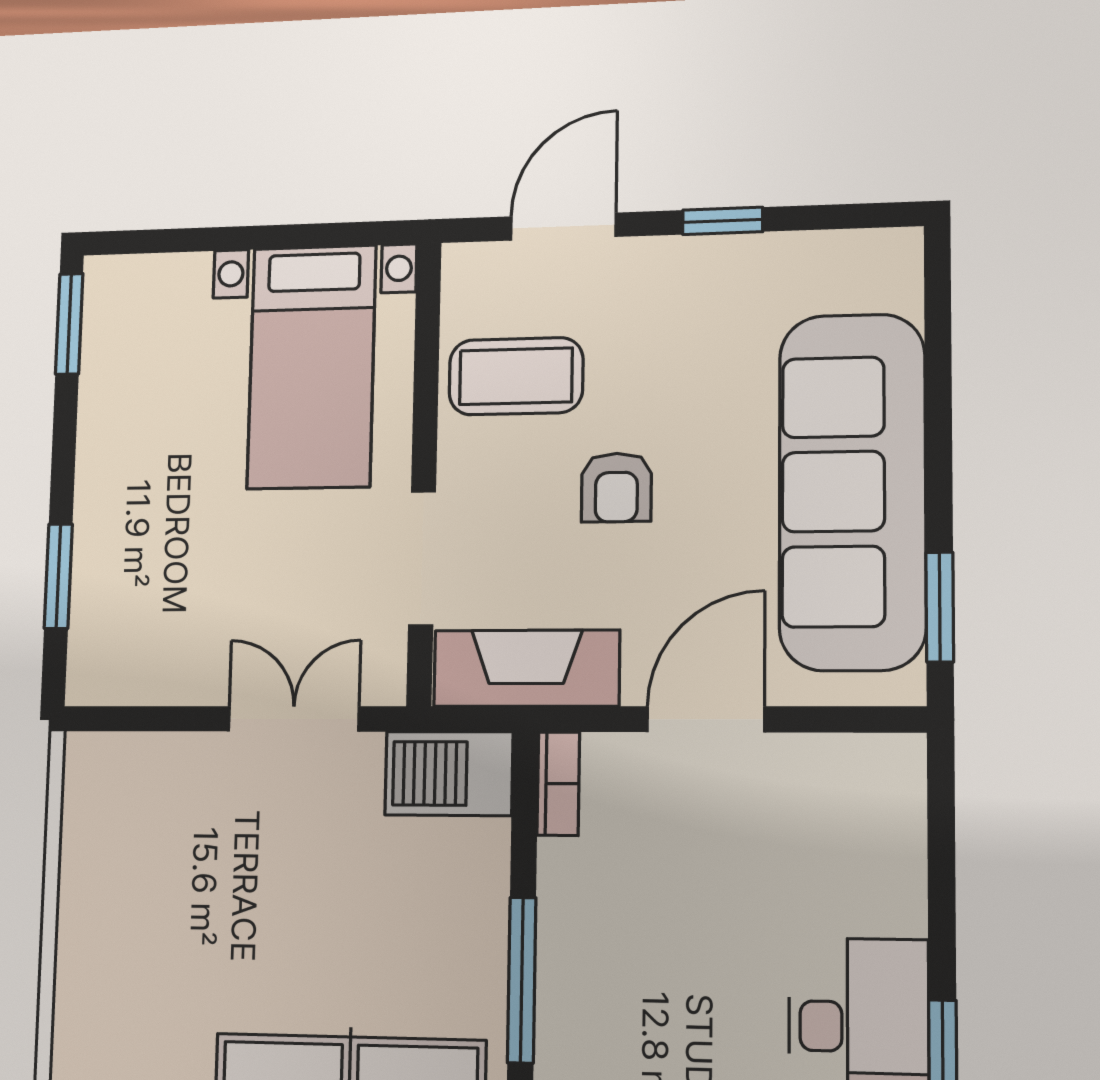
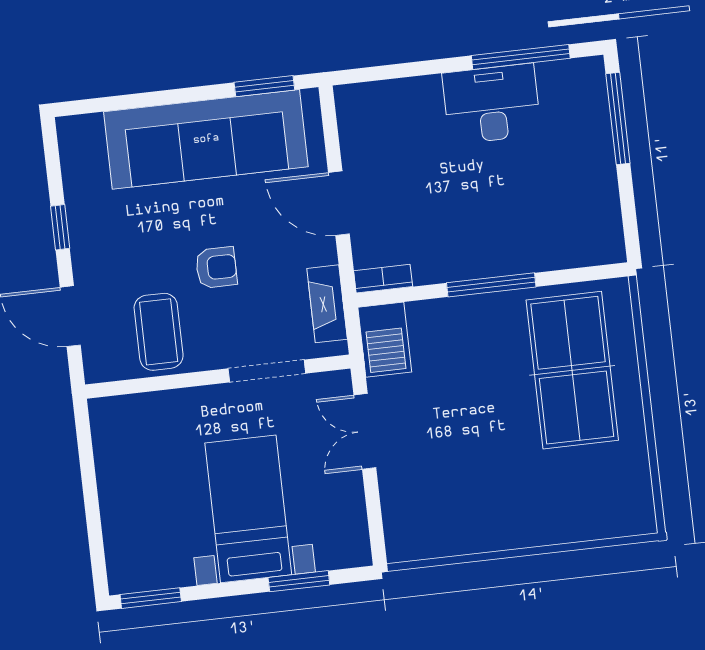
bed with nightstands: (312, 367) -> (248, 509), moved, turned -90
fireplace: (526, 668) -> (327, 304), width x0.73, depth x0.76

